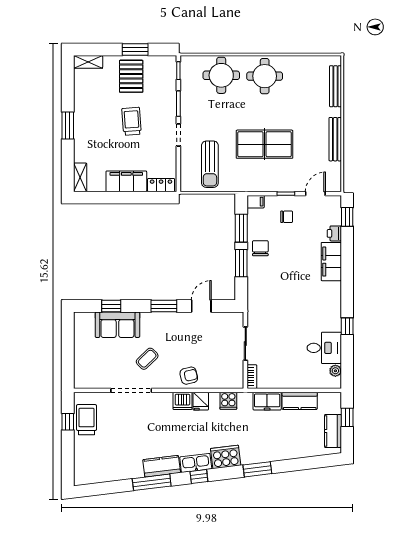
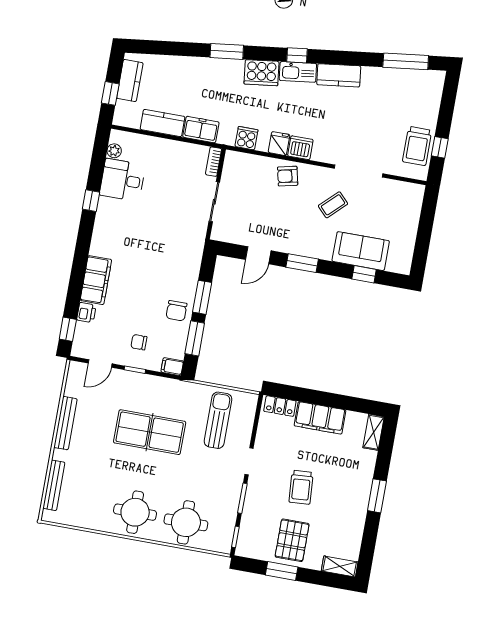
window: (152, 482) -> (406, 61), moved

